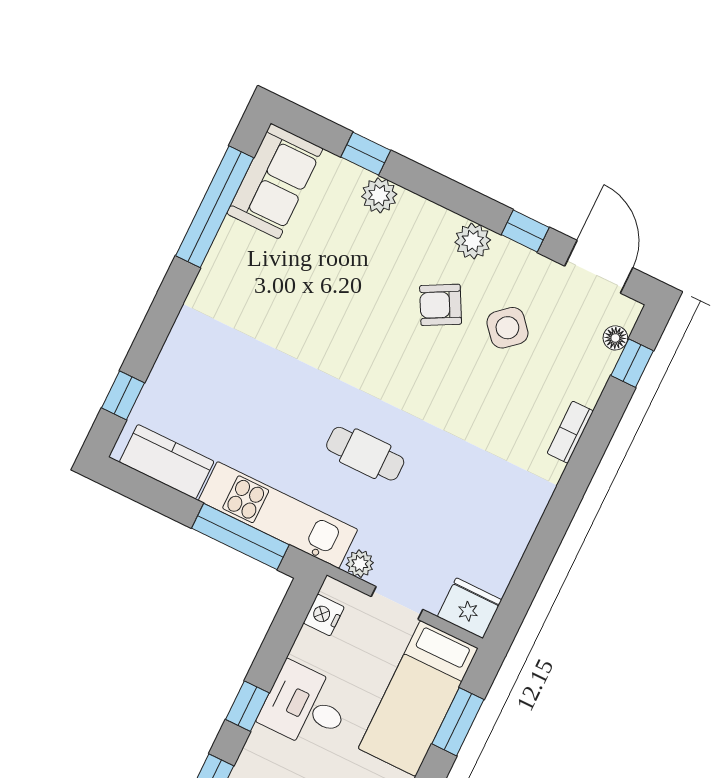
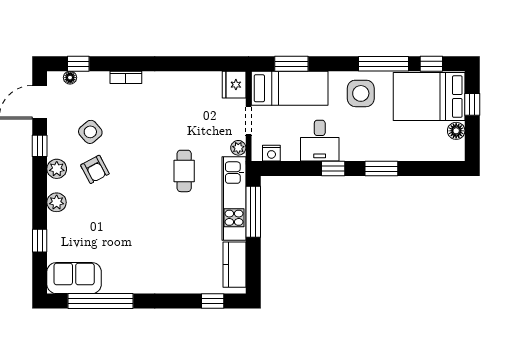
plant: (379, 195) -> (57, 202), moved

